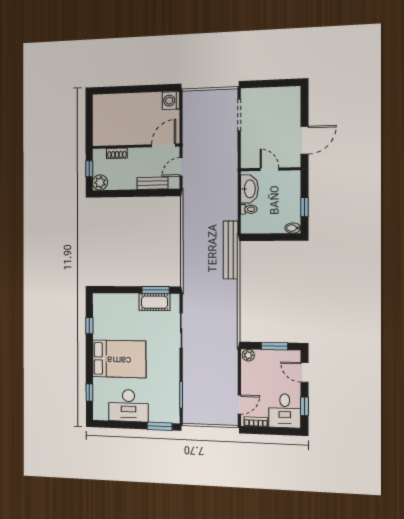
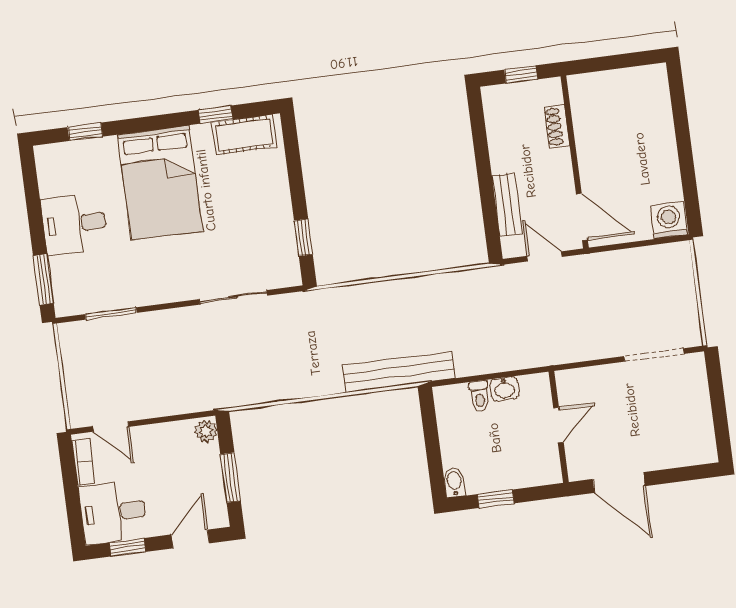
plant: (100, 182) -> (497, 100), removed
washbasin: (249, 189) -> (504, 389), width x0.52, depth x0.69
window: (156, 290) -> (303, 238), width x0.67
cot: (155, 302) -> (244, 135), moved, turned 90
desk: (128, 406) -> (74, 224), width x0.73

